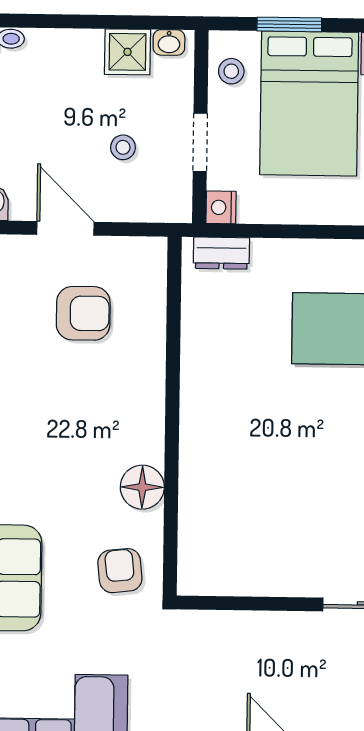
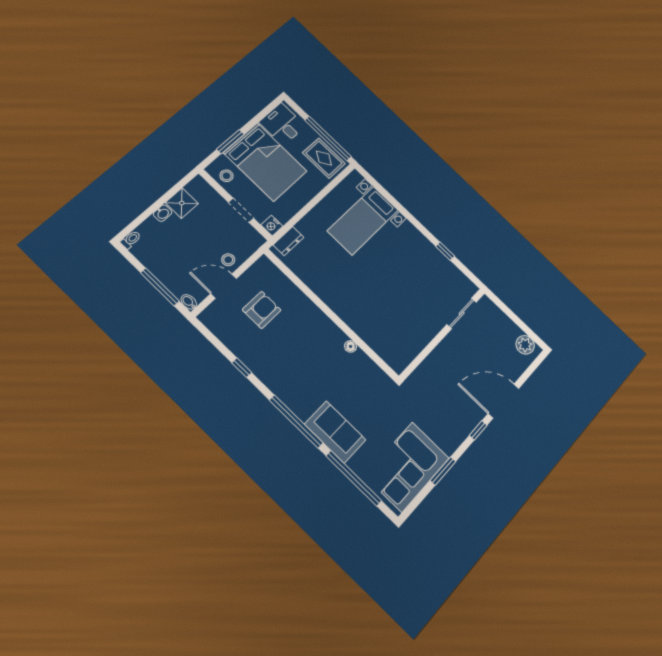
washbasin: (169, 42) -> (163, 213), moved
stool: (123, 147) -> (228, 260), moved
floor lamp: (142, 487) -> (351, 346), width x0.53, depth x0.53
armchair: (120, 571) -> (370, 388), removed

